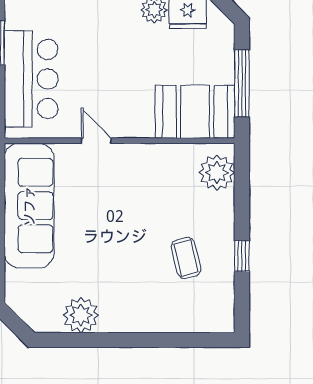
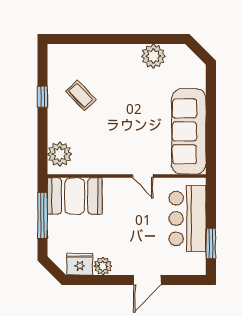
coffee table: (186, 258) -> (81, 95), turned -30

